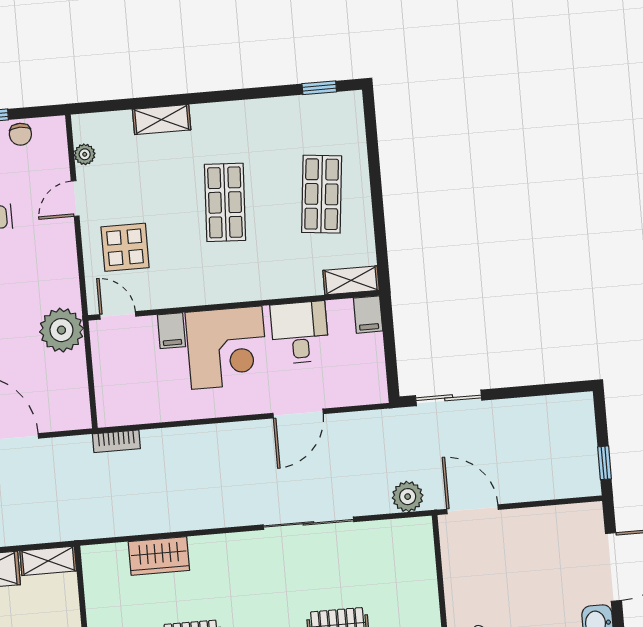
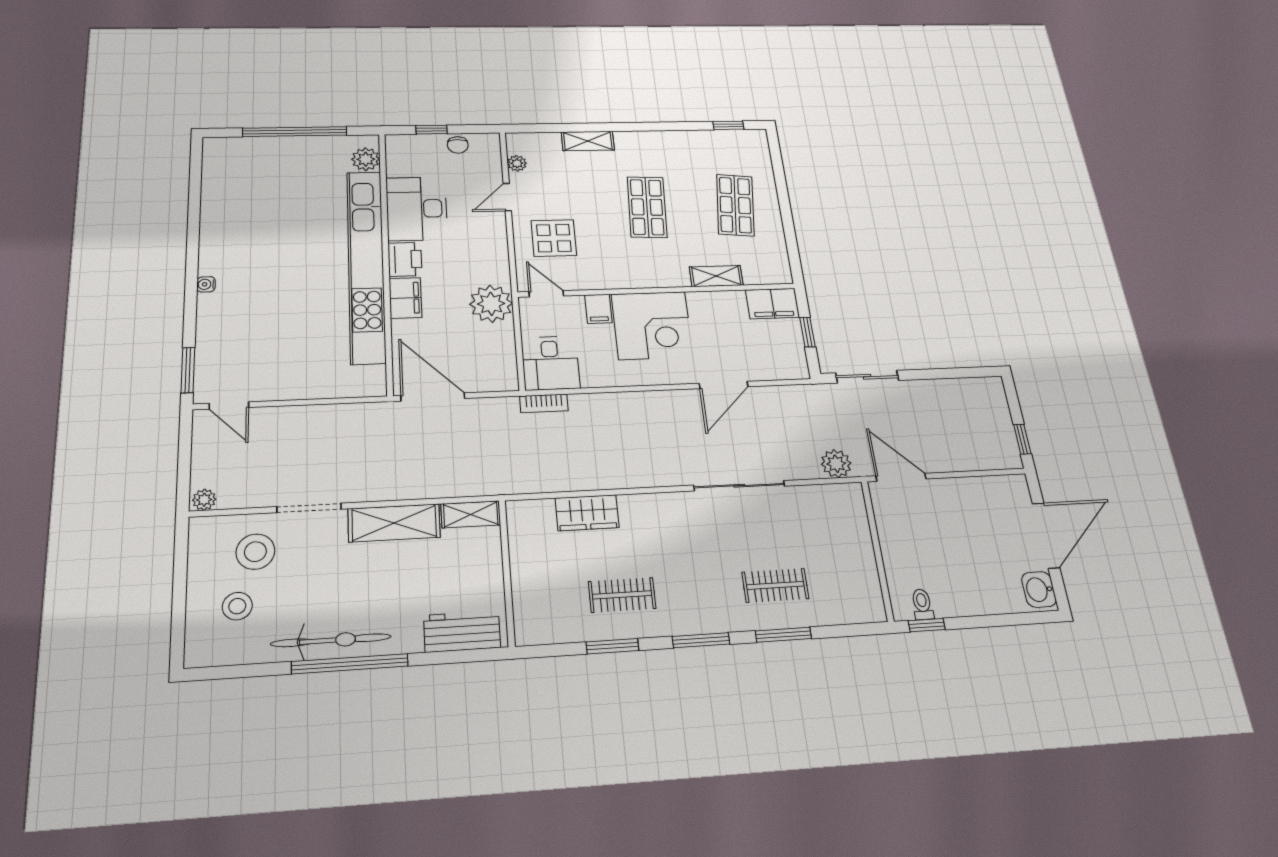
shelving: (351, 280) -> (716, 276), moved
filing cabinet: (368, 315) -> (772, 304), width x2.00
desk: (300, 333) -> (550, 363), moved, turned 180
window: (390, 348) -> (807, 332), added

